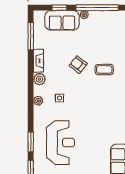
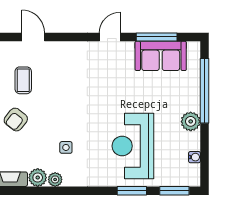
plant: (38, 101) -> (55, 179), moved
reception desk: (60, 143) -> (133, 146), turned -90

